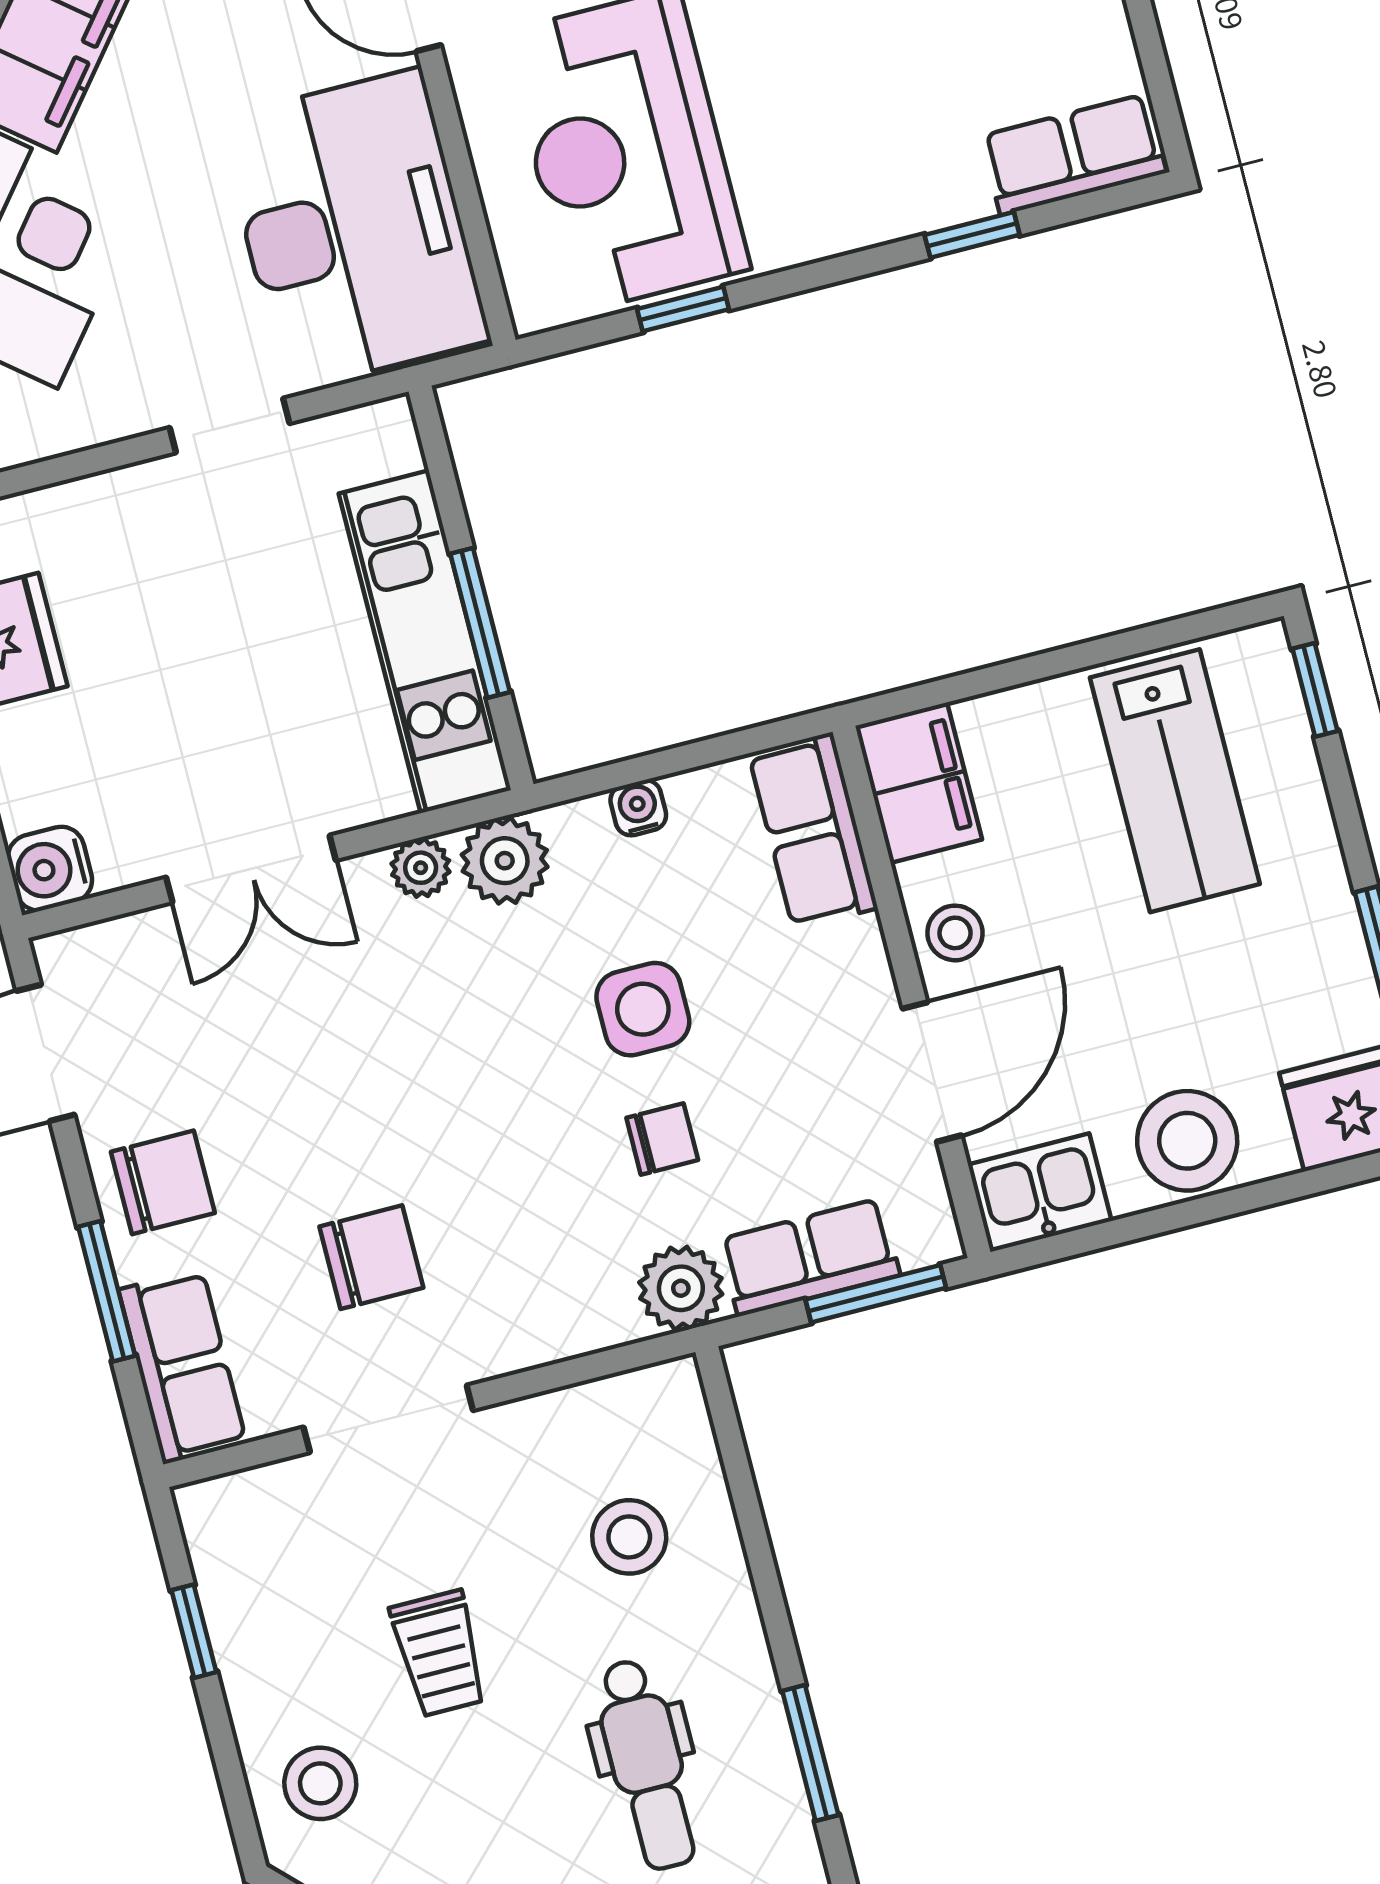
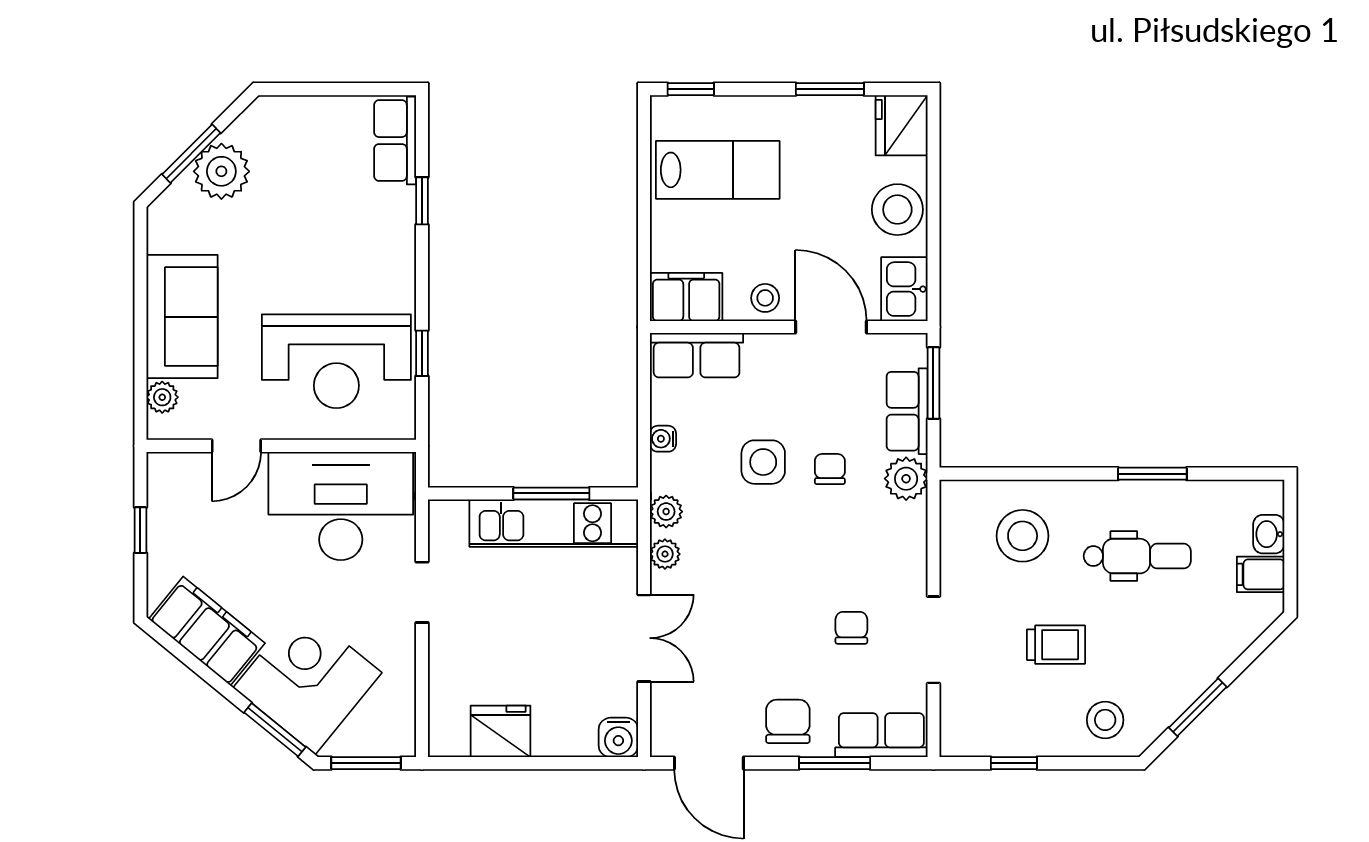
plant: (505, 861) -> (666, 512), width x0.73, depth x0.73
chair: (371, 1257) -> (851, 628), width x0.73, depth x0.73
stool: (629, 1537) -> (1023, 536), width x1.38, depth x1.38

